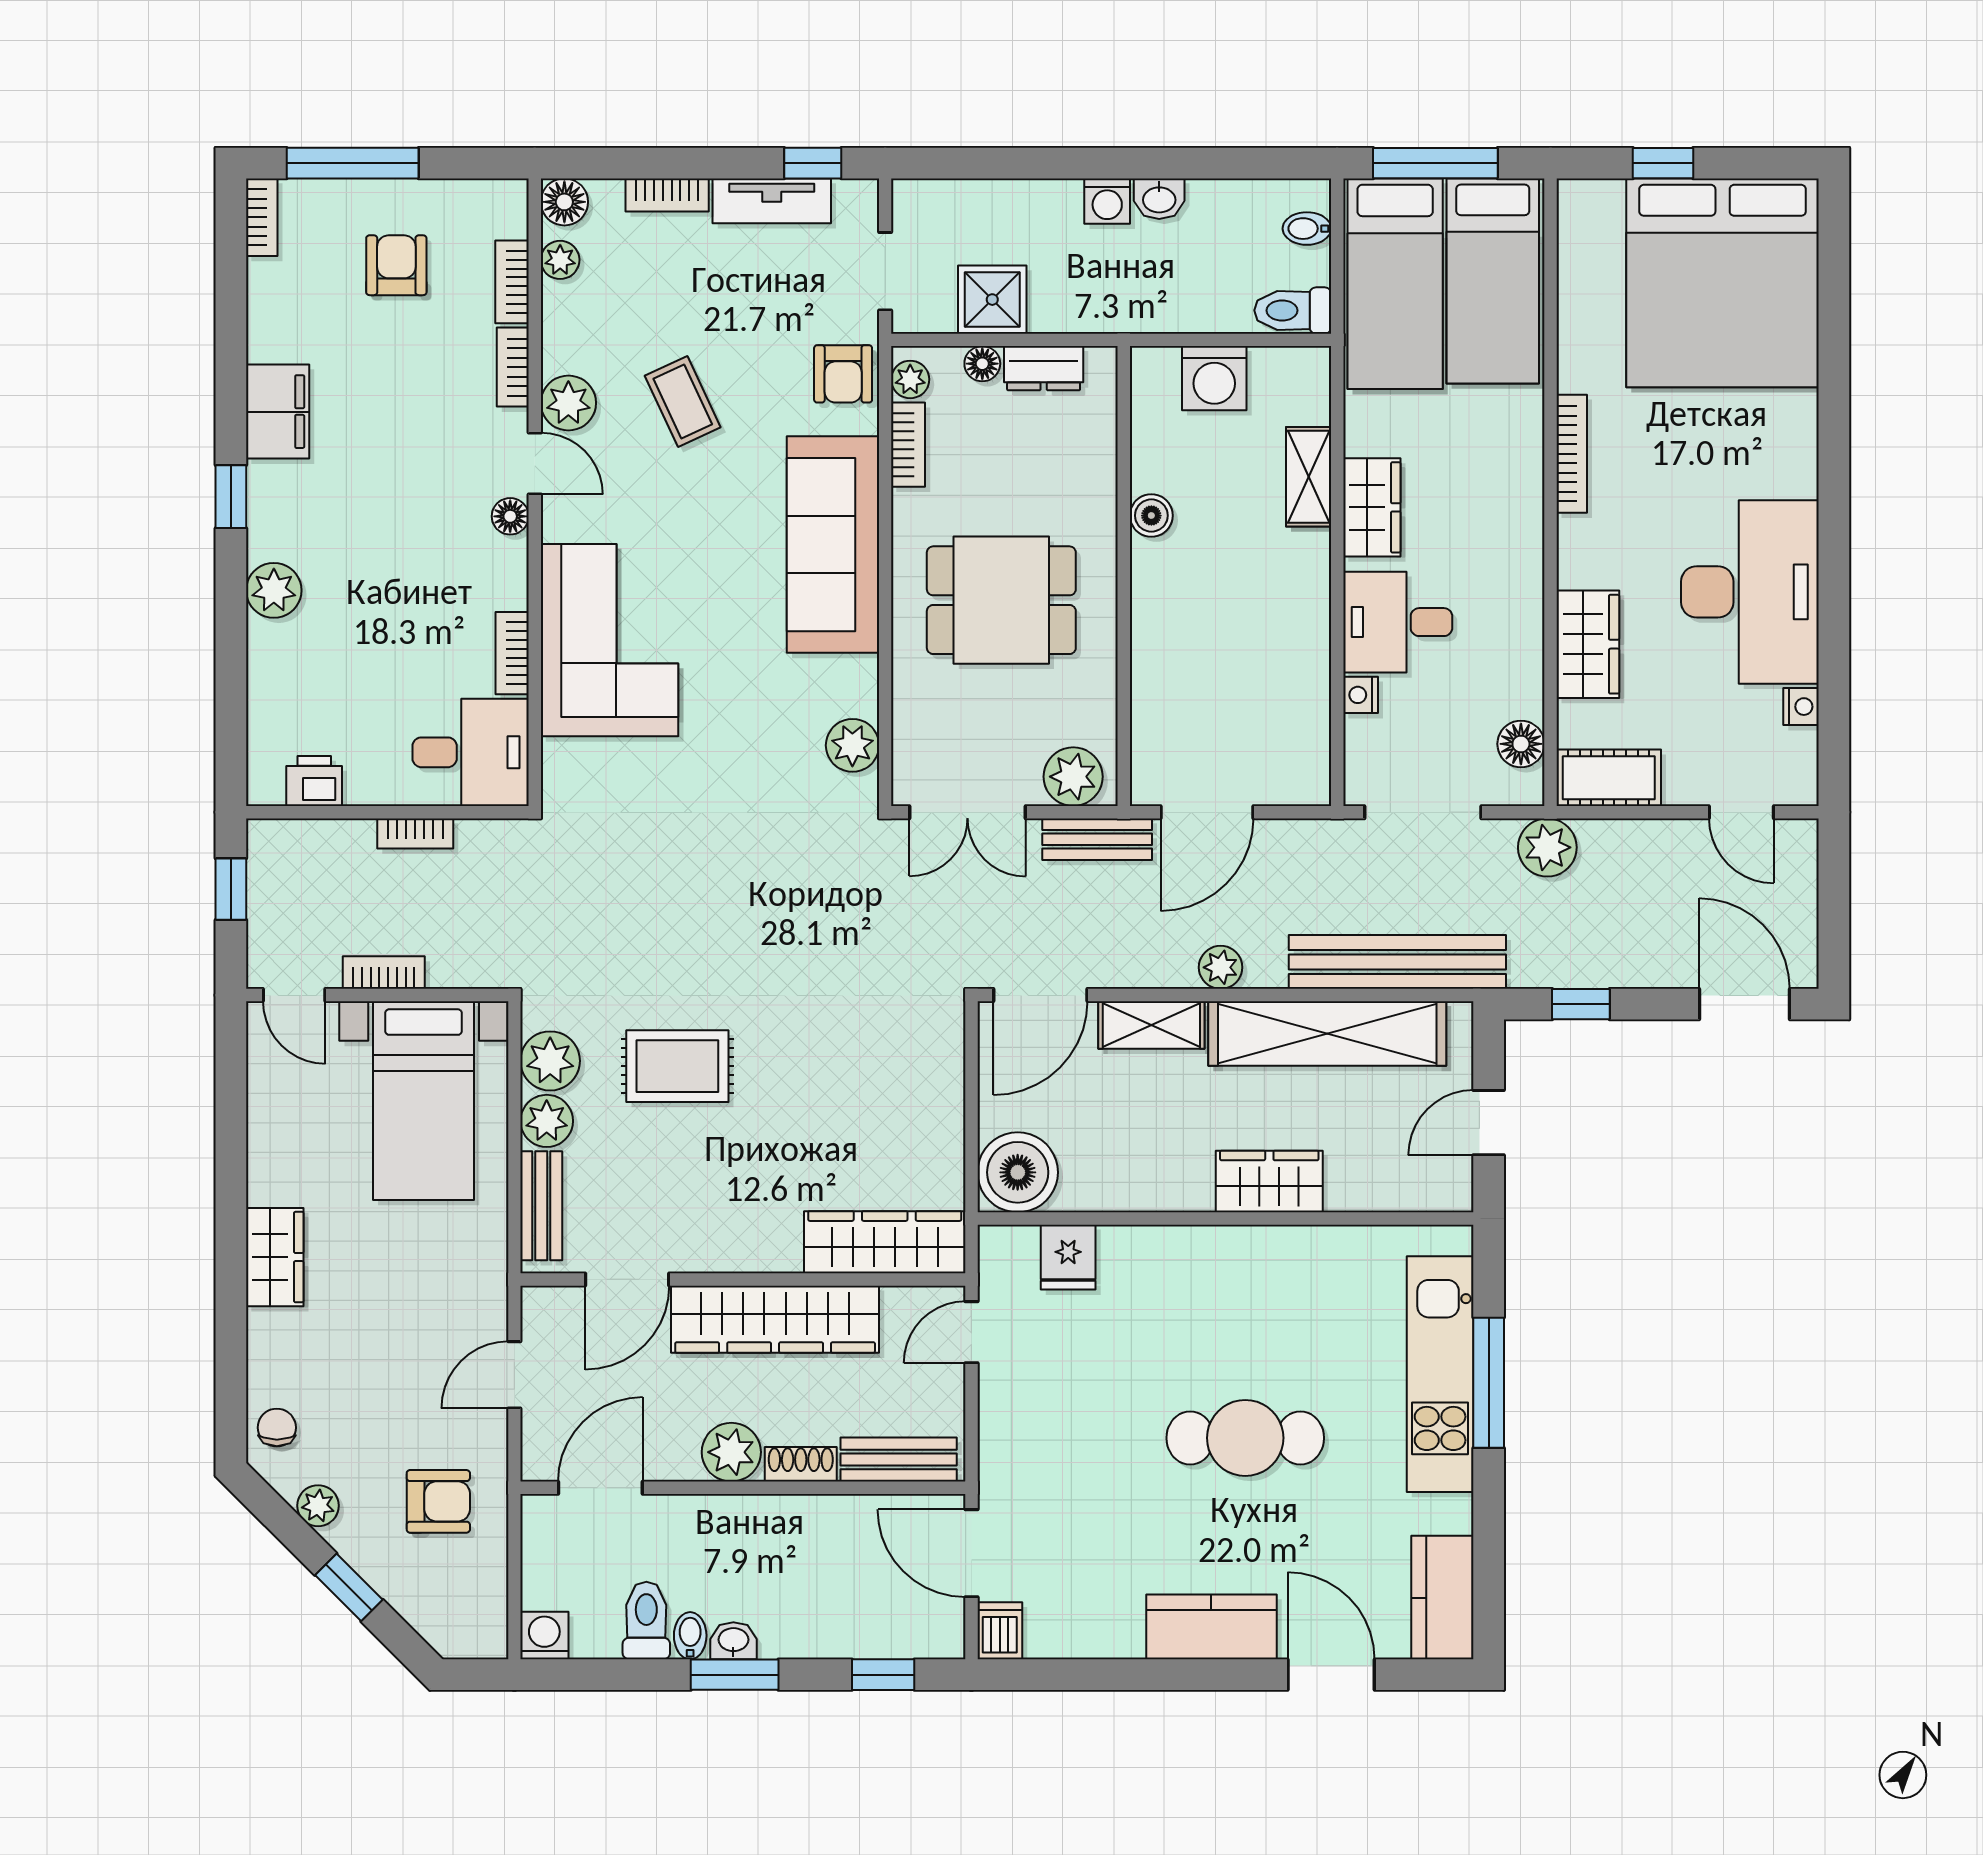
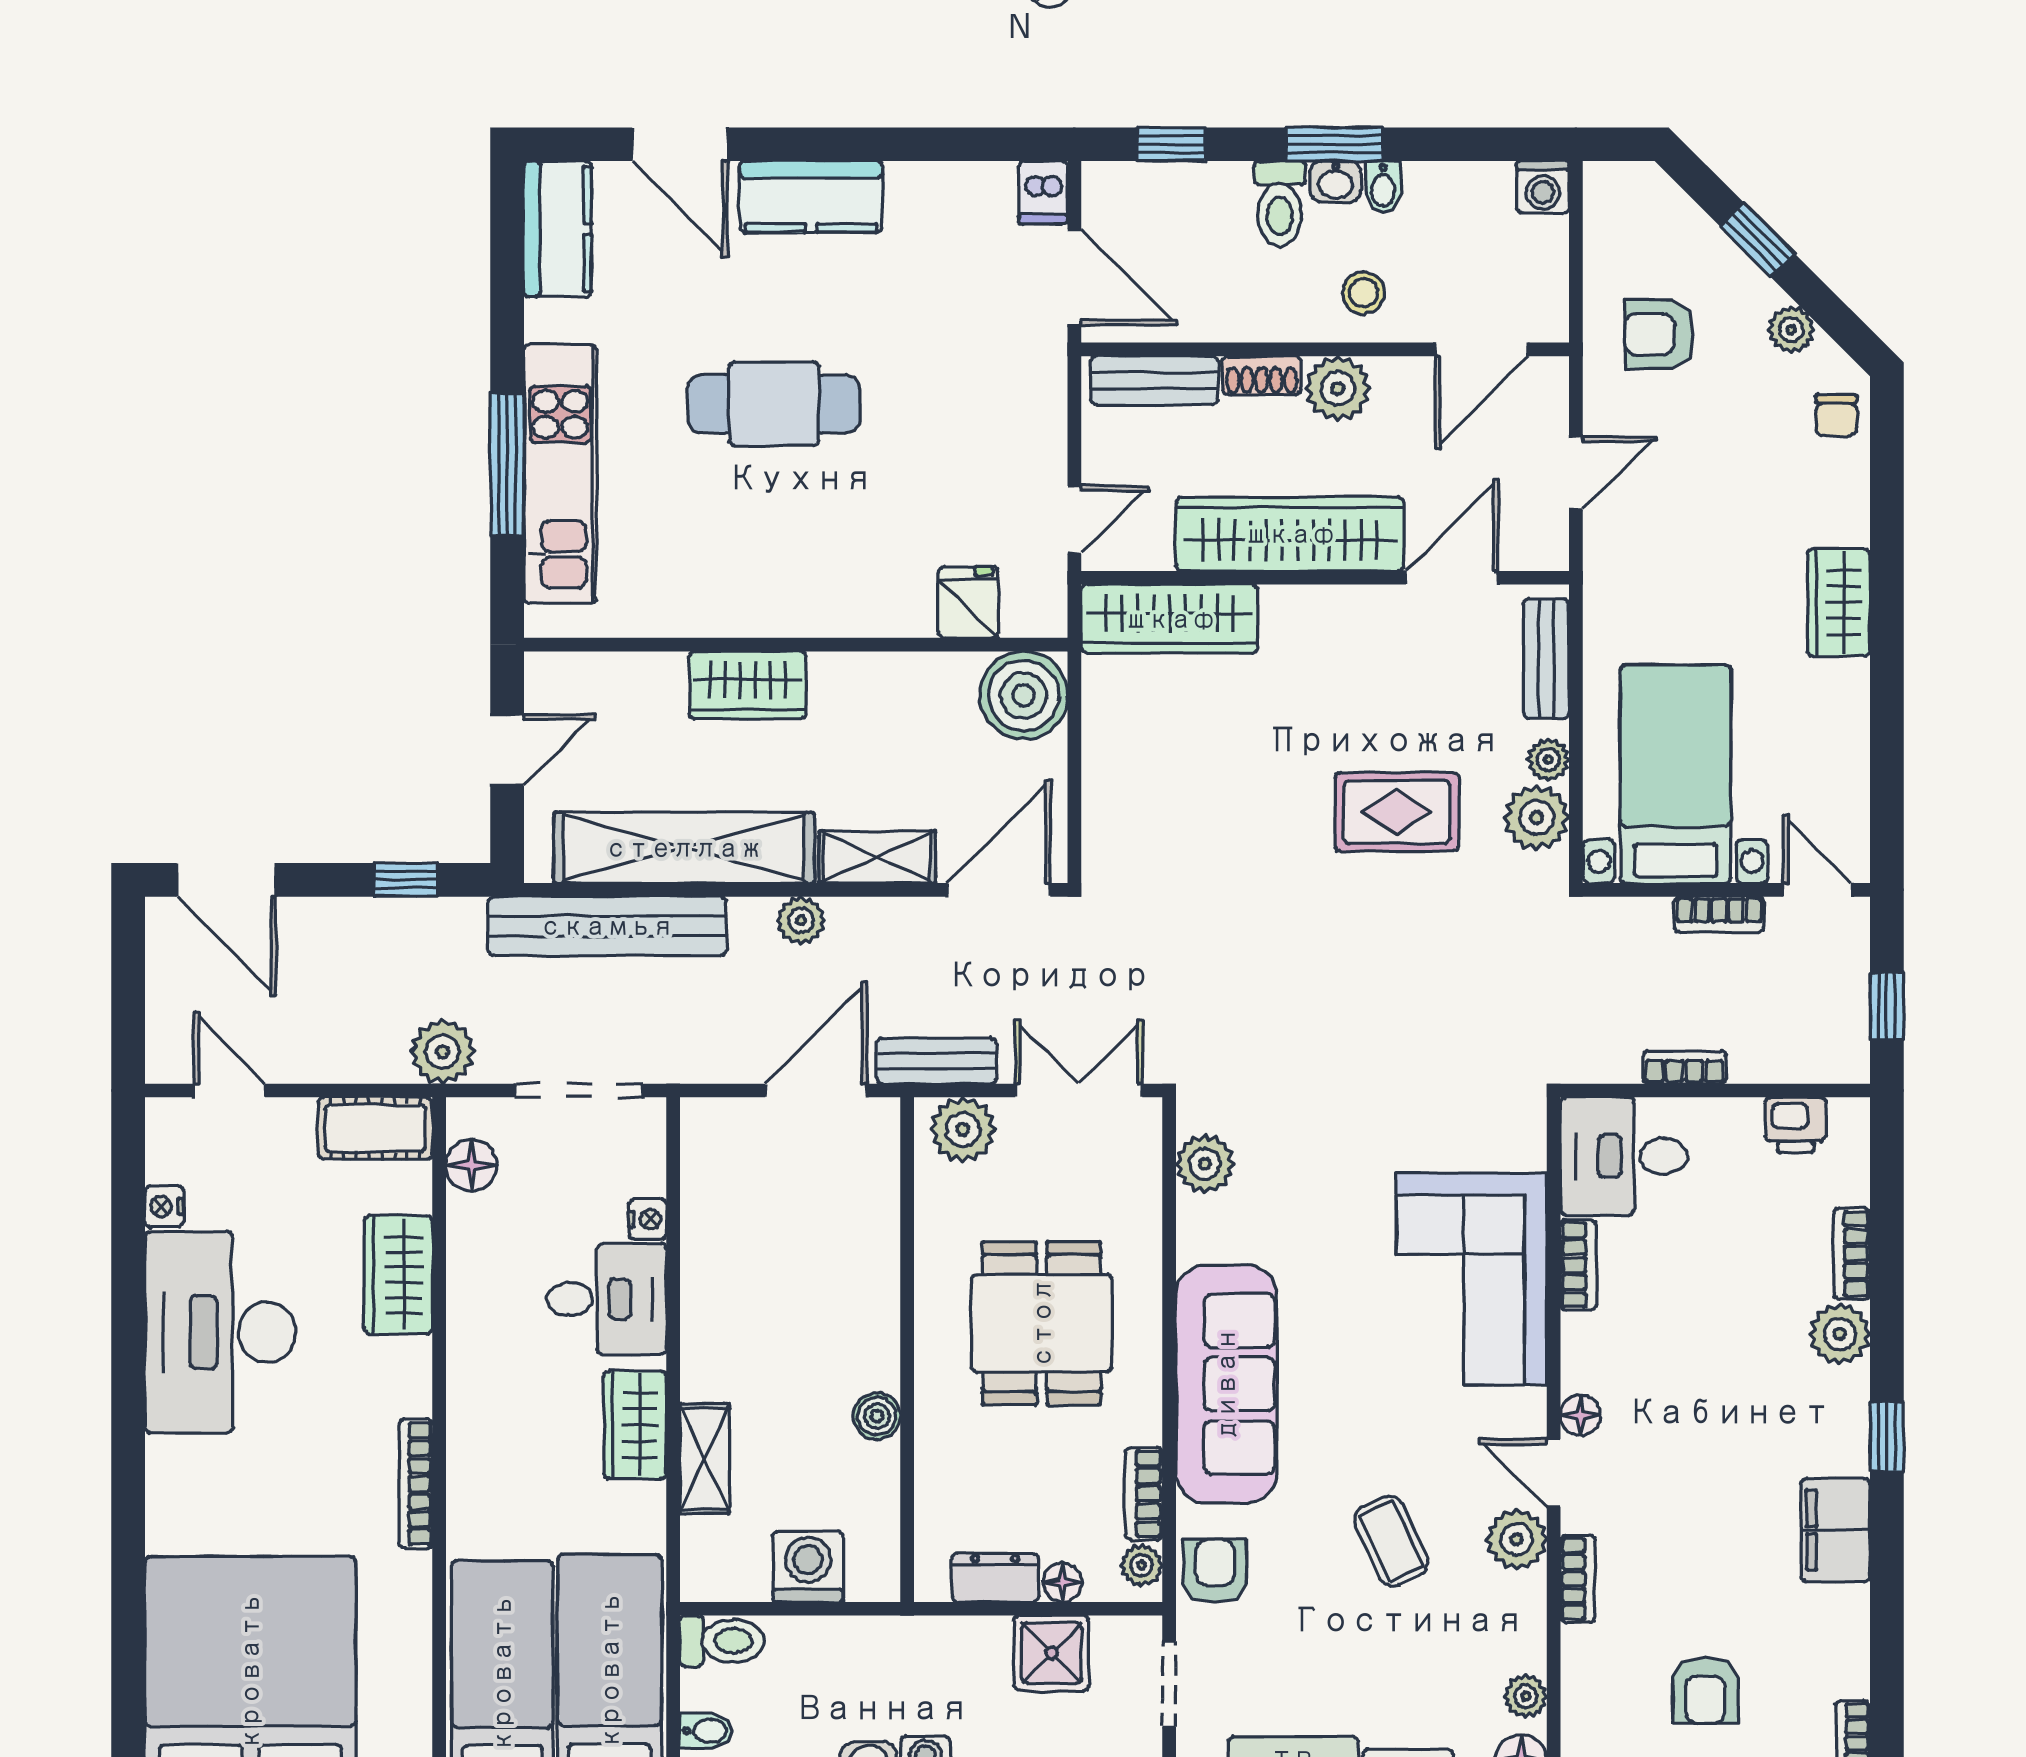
bookcase: (512, 282) -> (1852, 1254), moved, turned 180
dining table: (1001, 600) -> (1042, 1323), turned 90
plant: (547, 1121) -> (1548, 760), width x0.73, depth x0.73
stool: (708, 1539) -> (1363, 293), added
toilet: (646, 1620) -> (1280, 204), moved

